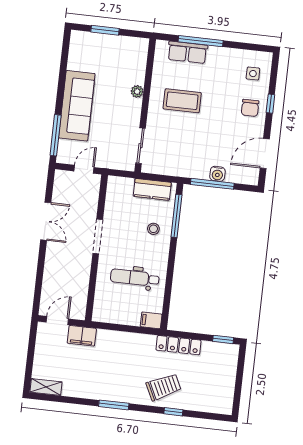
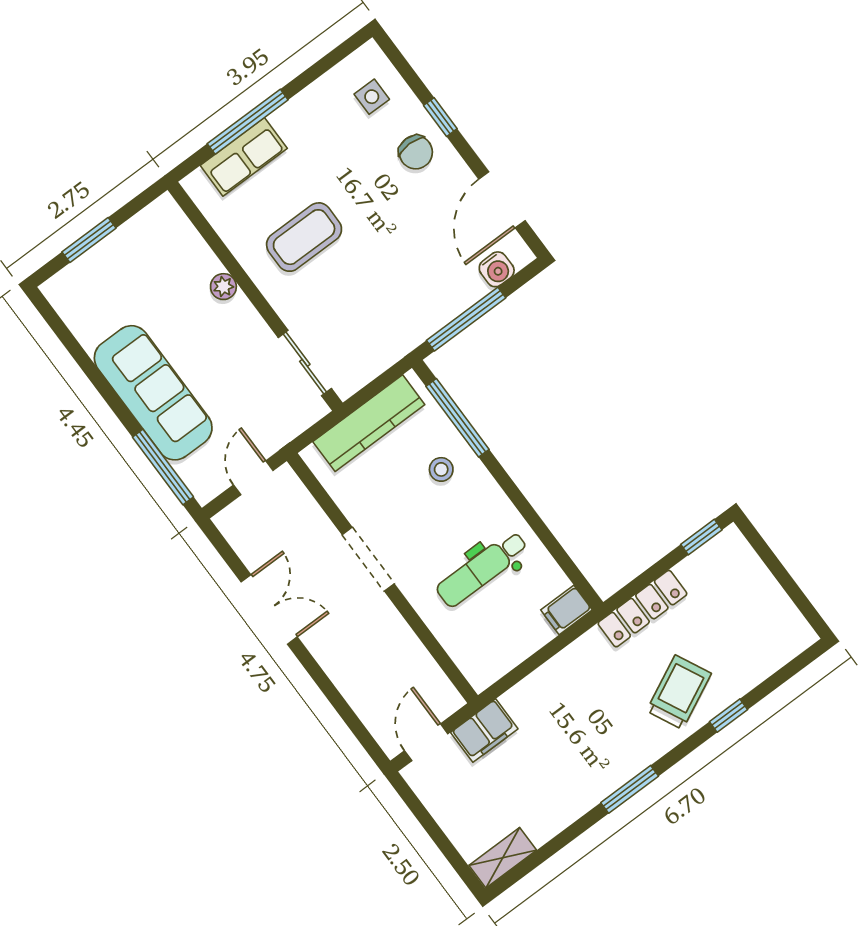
water cooler: (217, 174) -> (497, 269), moved
kitchen counter: (152, 189) -> (369, 423), width x1.50

